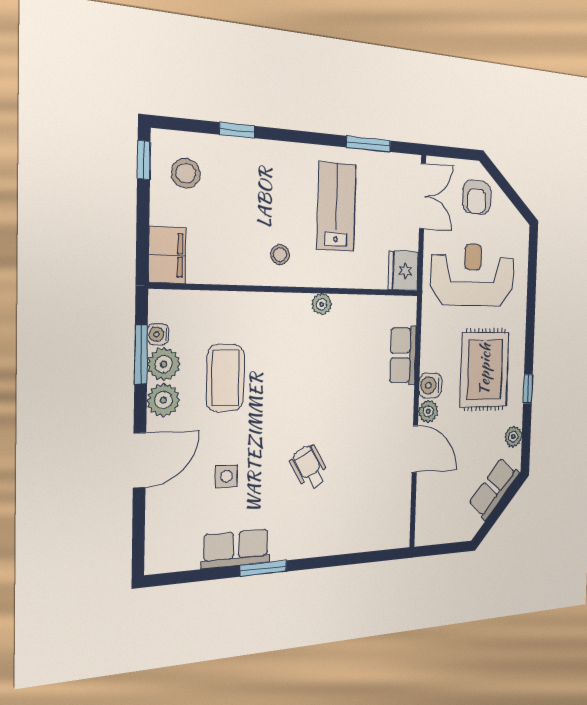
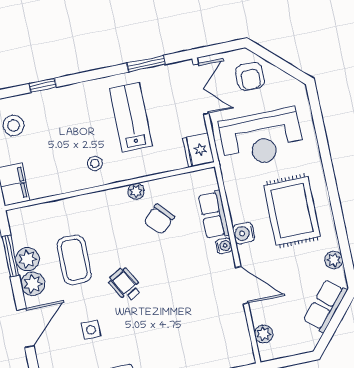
reception desk: (473, 275) -> (261, 138), turned 180
water cooler: (158, 334) -> (224, 246), moved, turned 180
chair: (341, 347) -> (159, 219), added
window: (528, 389) -> (339, 218), removed
plant: (428, 411) -> (264, 334), moved
wheelchair: (309, 467) -> (125, 284), moved

